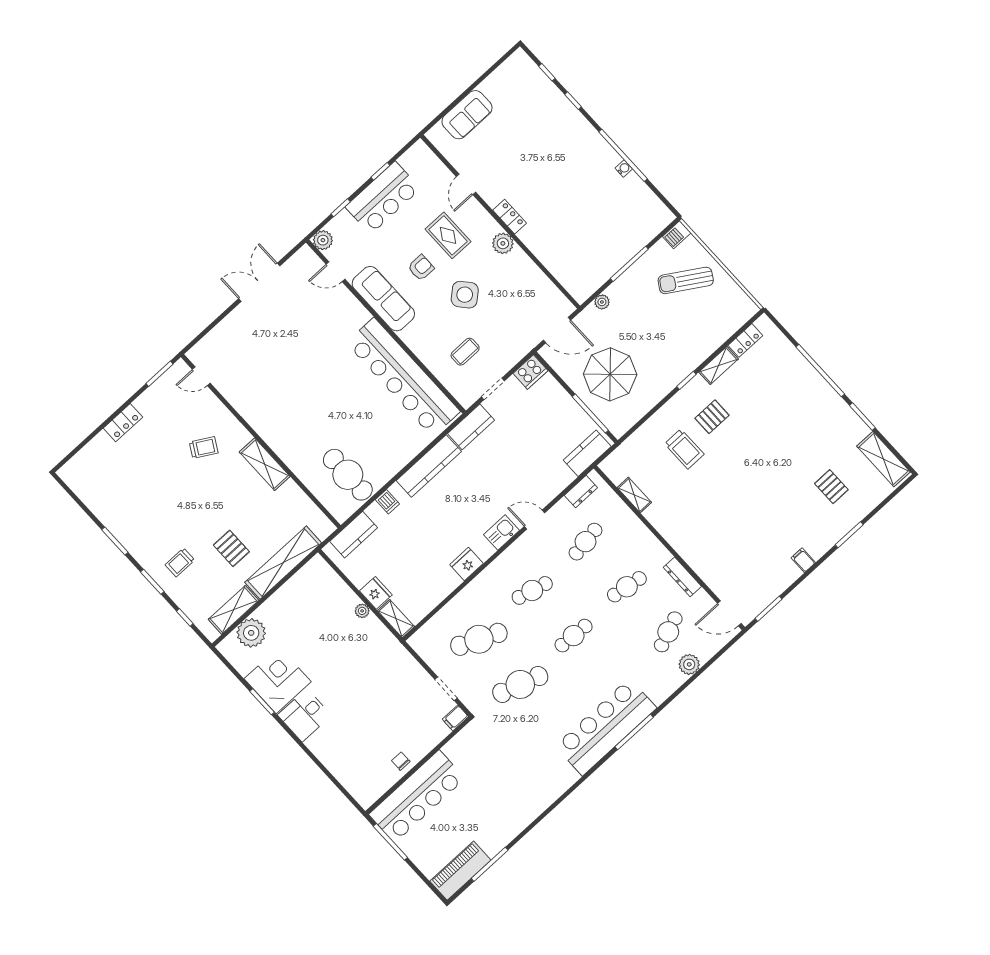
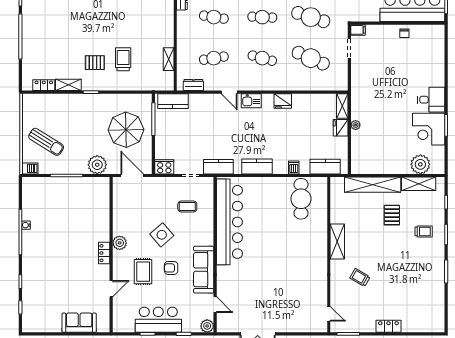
plant: (602, 302) -> (97, 165), width x1.88, depth x1.88
kitchen counter: (429, 466) -> (257, 166), width x0.67

